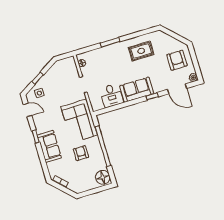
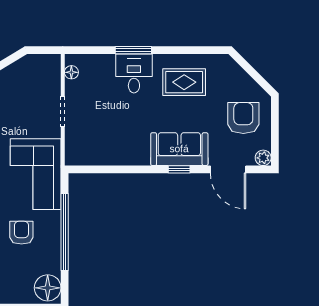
sofa: (137, 90) -> (179, 149), moved
desk: (112, 96) -> (134, 73), moved, turned 180

